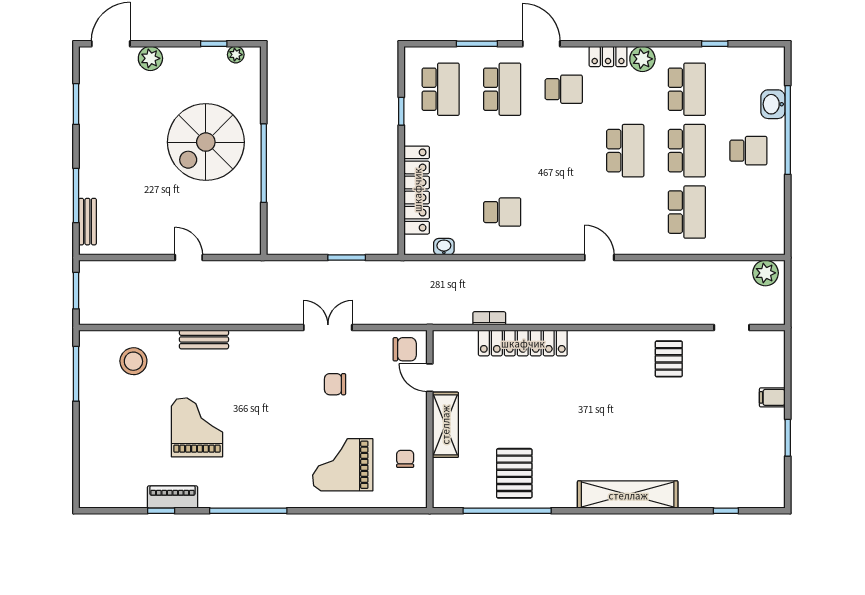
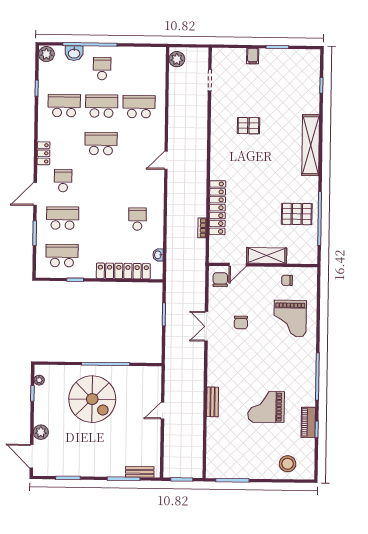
plant: (642, 59) -> (46, 54), moved
pallet: (669, 359) -> (248, 126), moved
stool: (133, 361) -> (288, 464), moved

